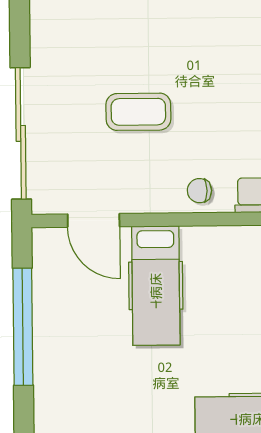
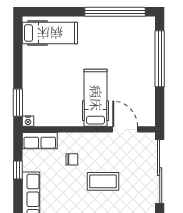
chair: (199, 191) -> (72, 159), moved
window: (23, 327) -> (160, 59), moved

